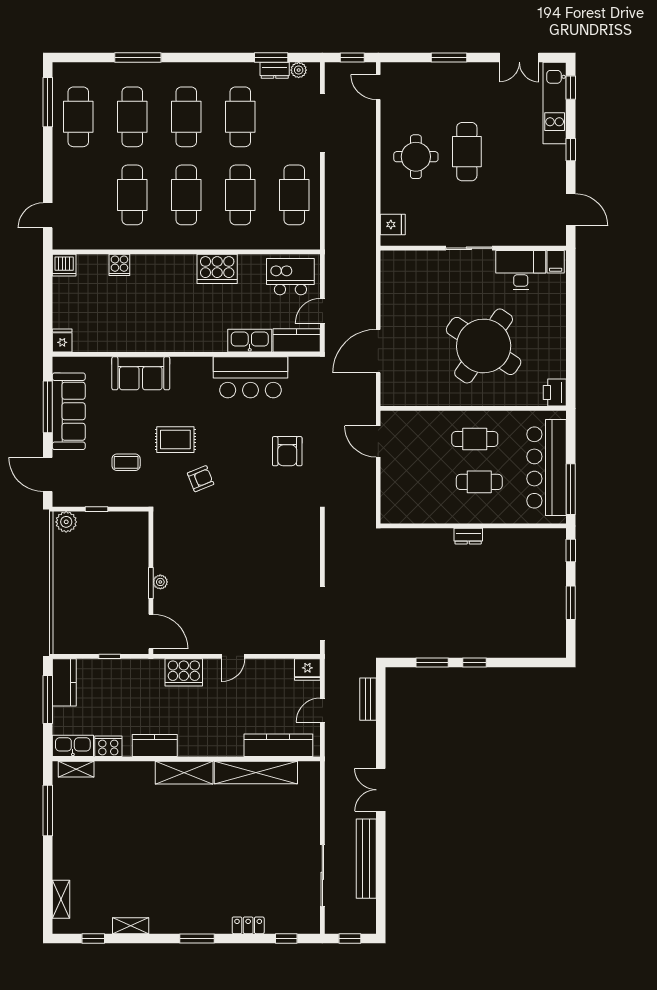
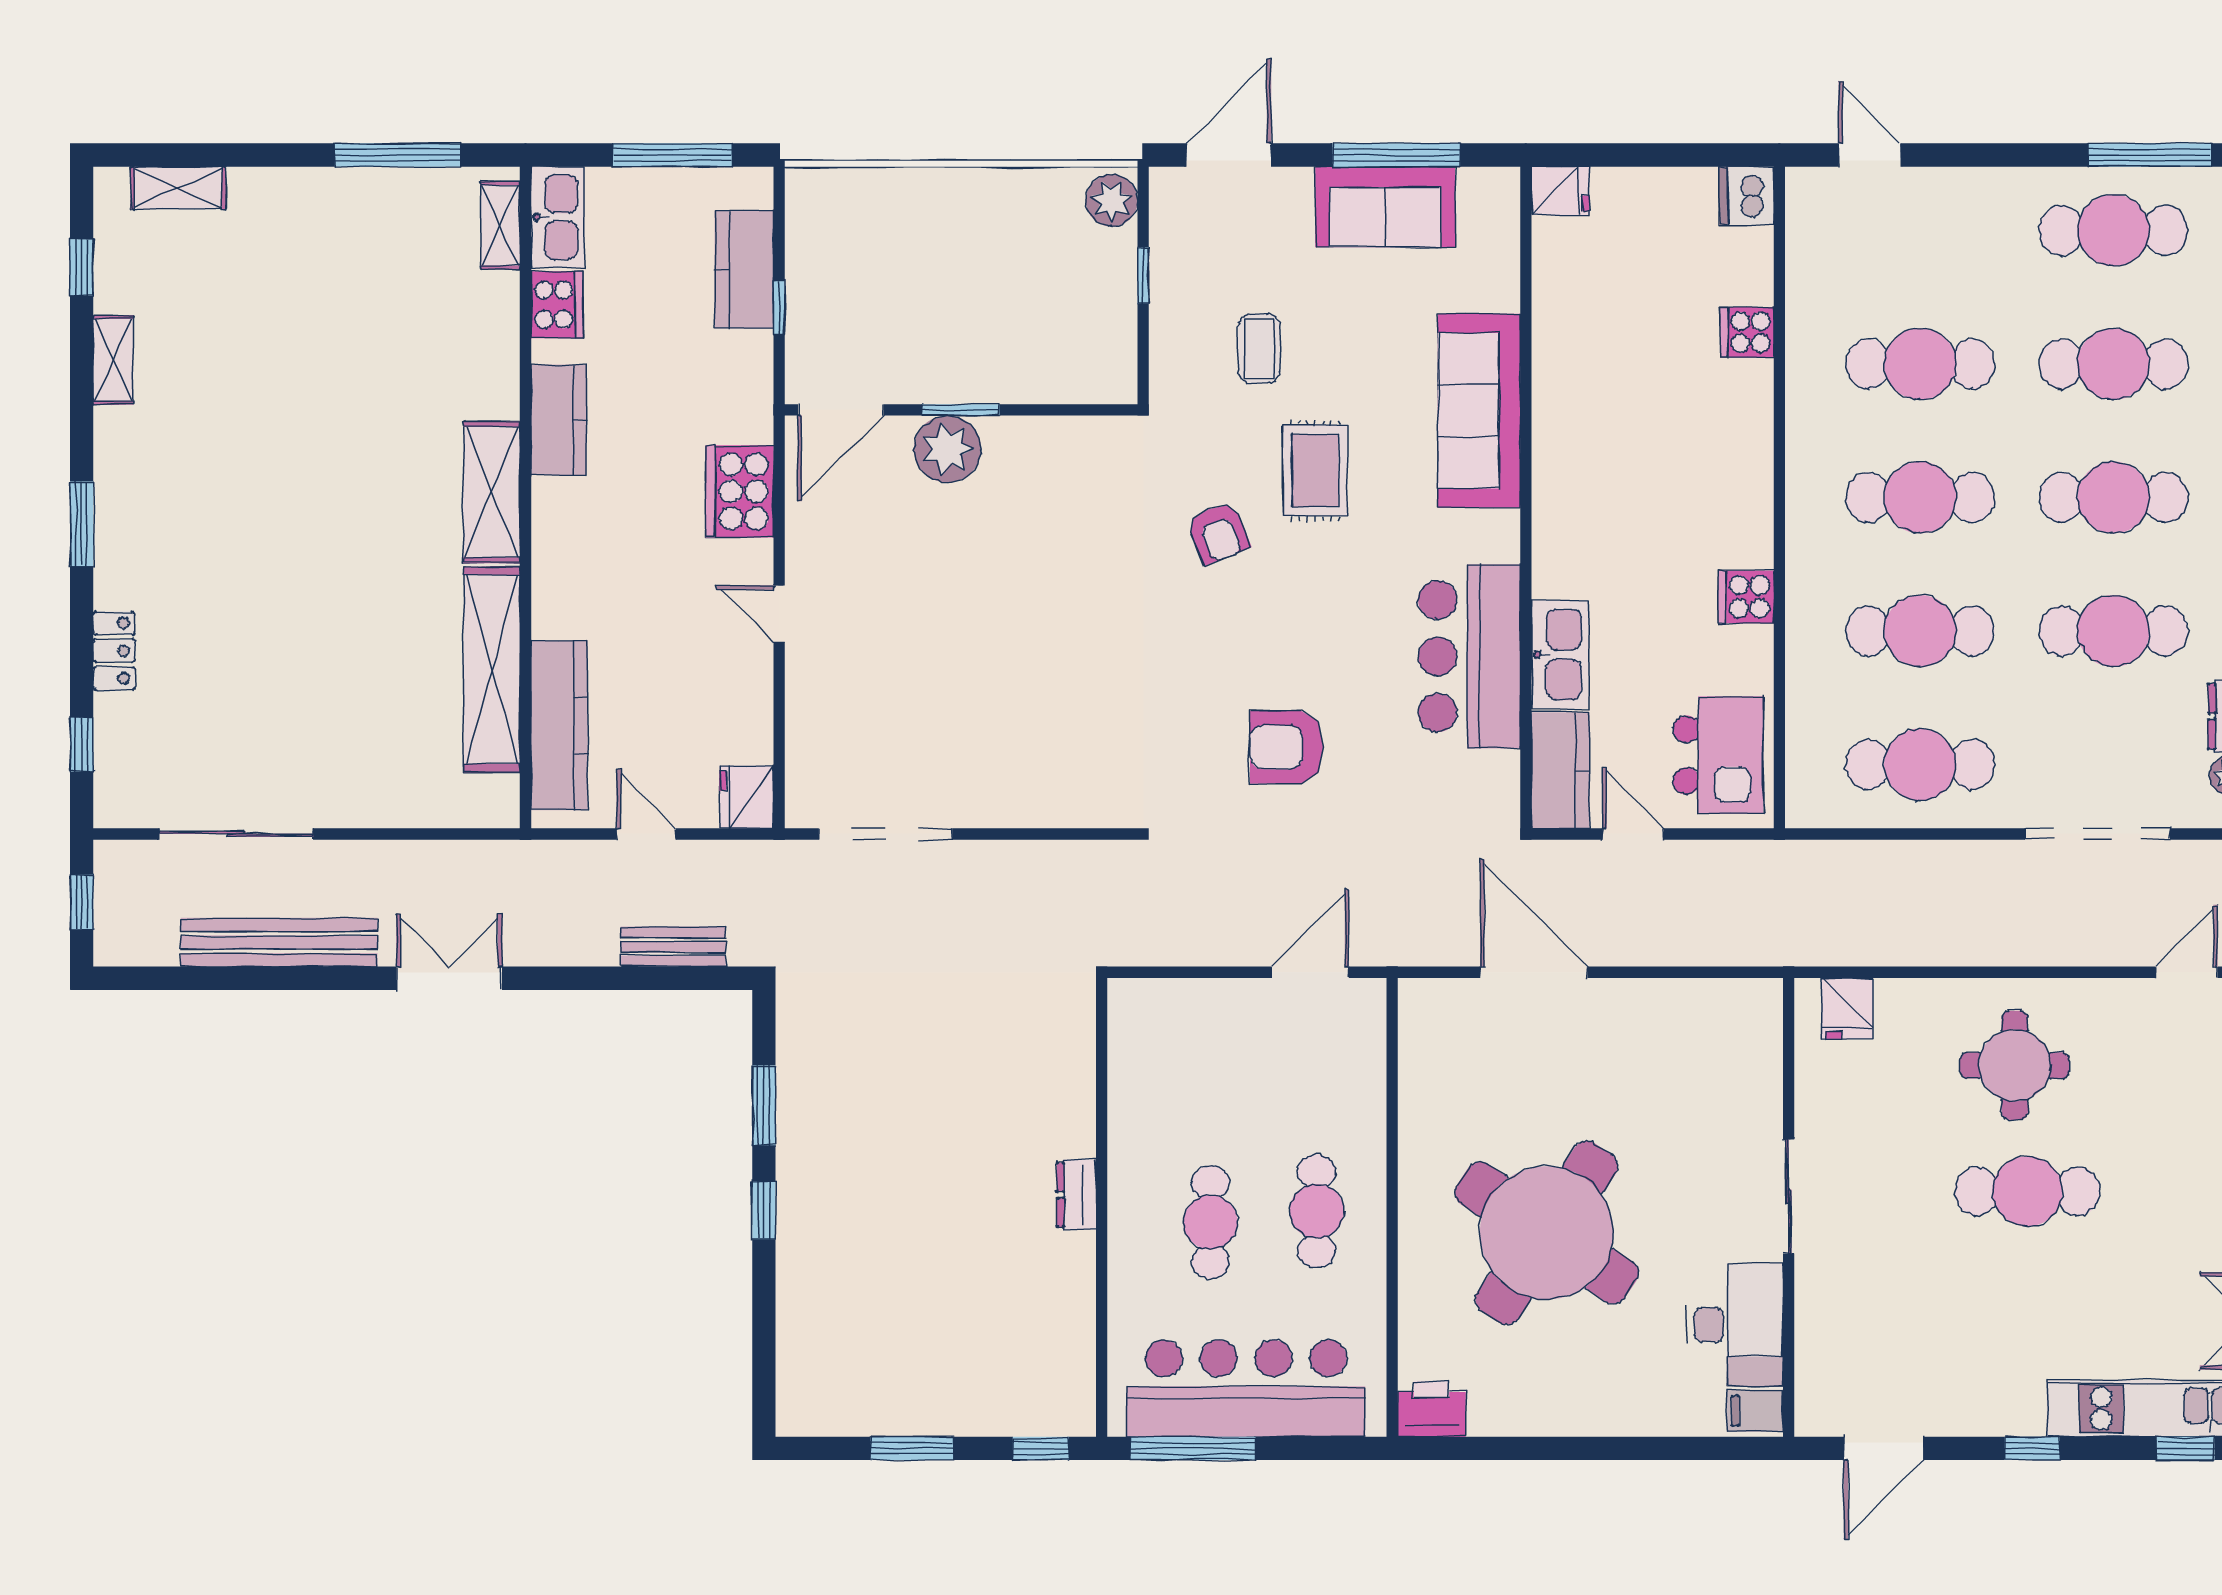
cooker: (217, 269) -> (1746, 597), width x0.53, depth x0.76
sofa: (141, 373) -> (1479, 411), width x1.36
sofa: (69, 411) -> (1385, 207), width x0.73
plant: (160, 582) -> (947, 449), width x1.88, depth x1.88
kitchen counter: (64, 682) -> (744, 270), moved, turned 90

